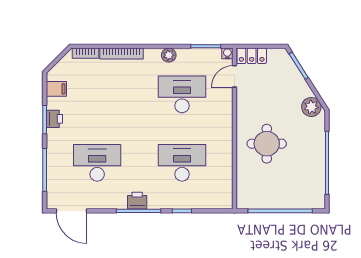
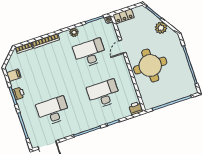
door: (235, 76) -> (122, 47), moved
plant: (311, 107) -> (161, 28), moved
round table: (267, 144) -> (150, 66), width x1.36, depth x1.36
printer: (137, 201) -> (136, 108), moved

